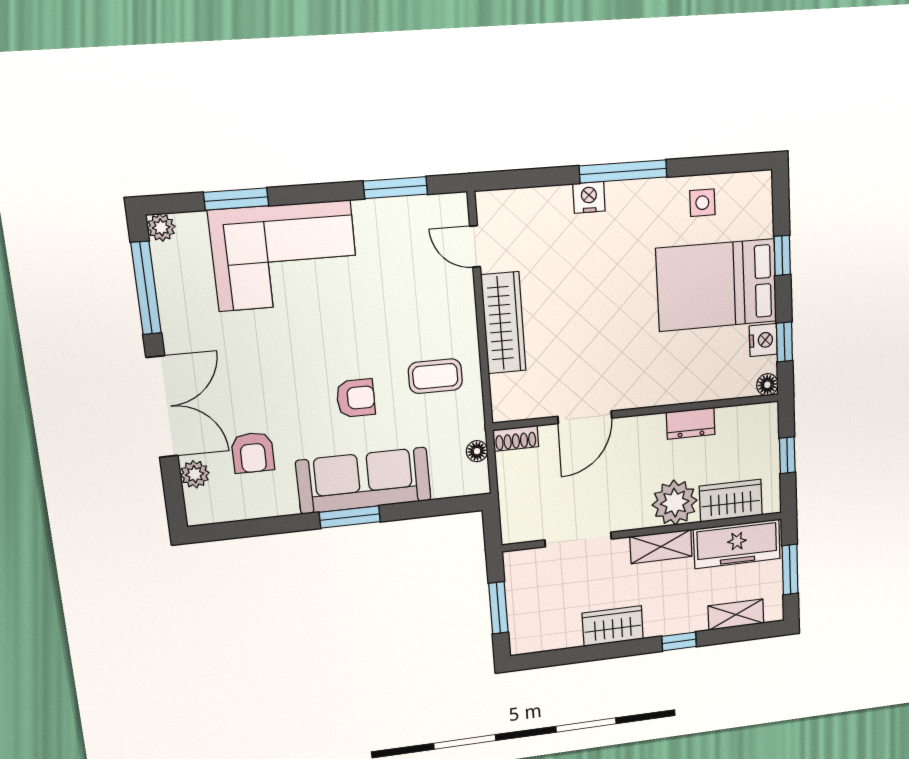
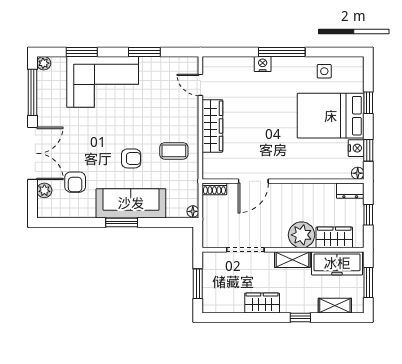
window: (395, 188) -> (144, 52), moved
dresser: (691, 423) -> (350, 191), moved
floor lamp: (477, 451) -> (193, 211), moved

